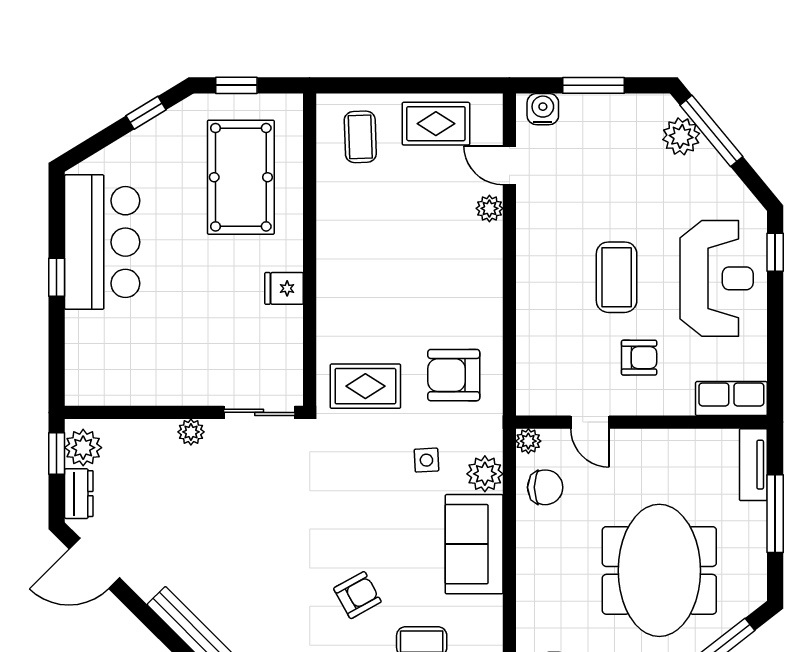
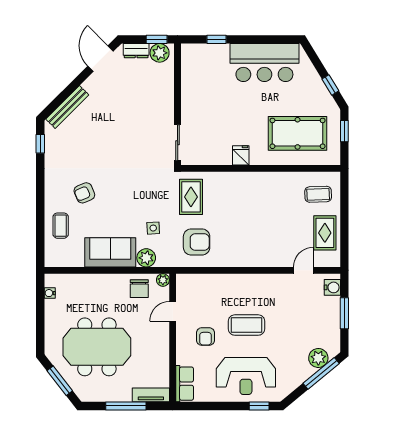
plant: (489, 208) -> (282, 260), removed
window: (57, 277) -> (216, 39), moved
armchair: (454, 375) -> (197, 242), turned 90
plant: (191, 432) -> (168, 108), removed
armchair: (357, 595) -> (84, 193), turned 96

